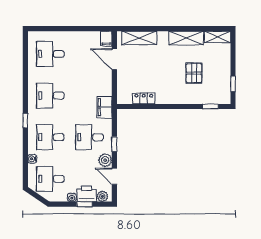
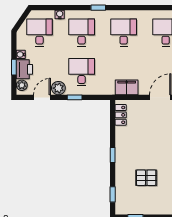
locker: (144, 98) -> (121, 115), moved
window: (171, 106) -> (113, 155), added
filing cabinet: (104, 107) -> (127, 87), moved

